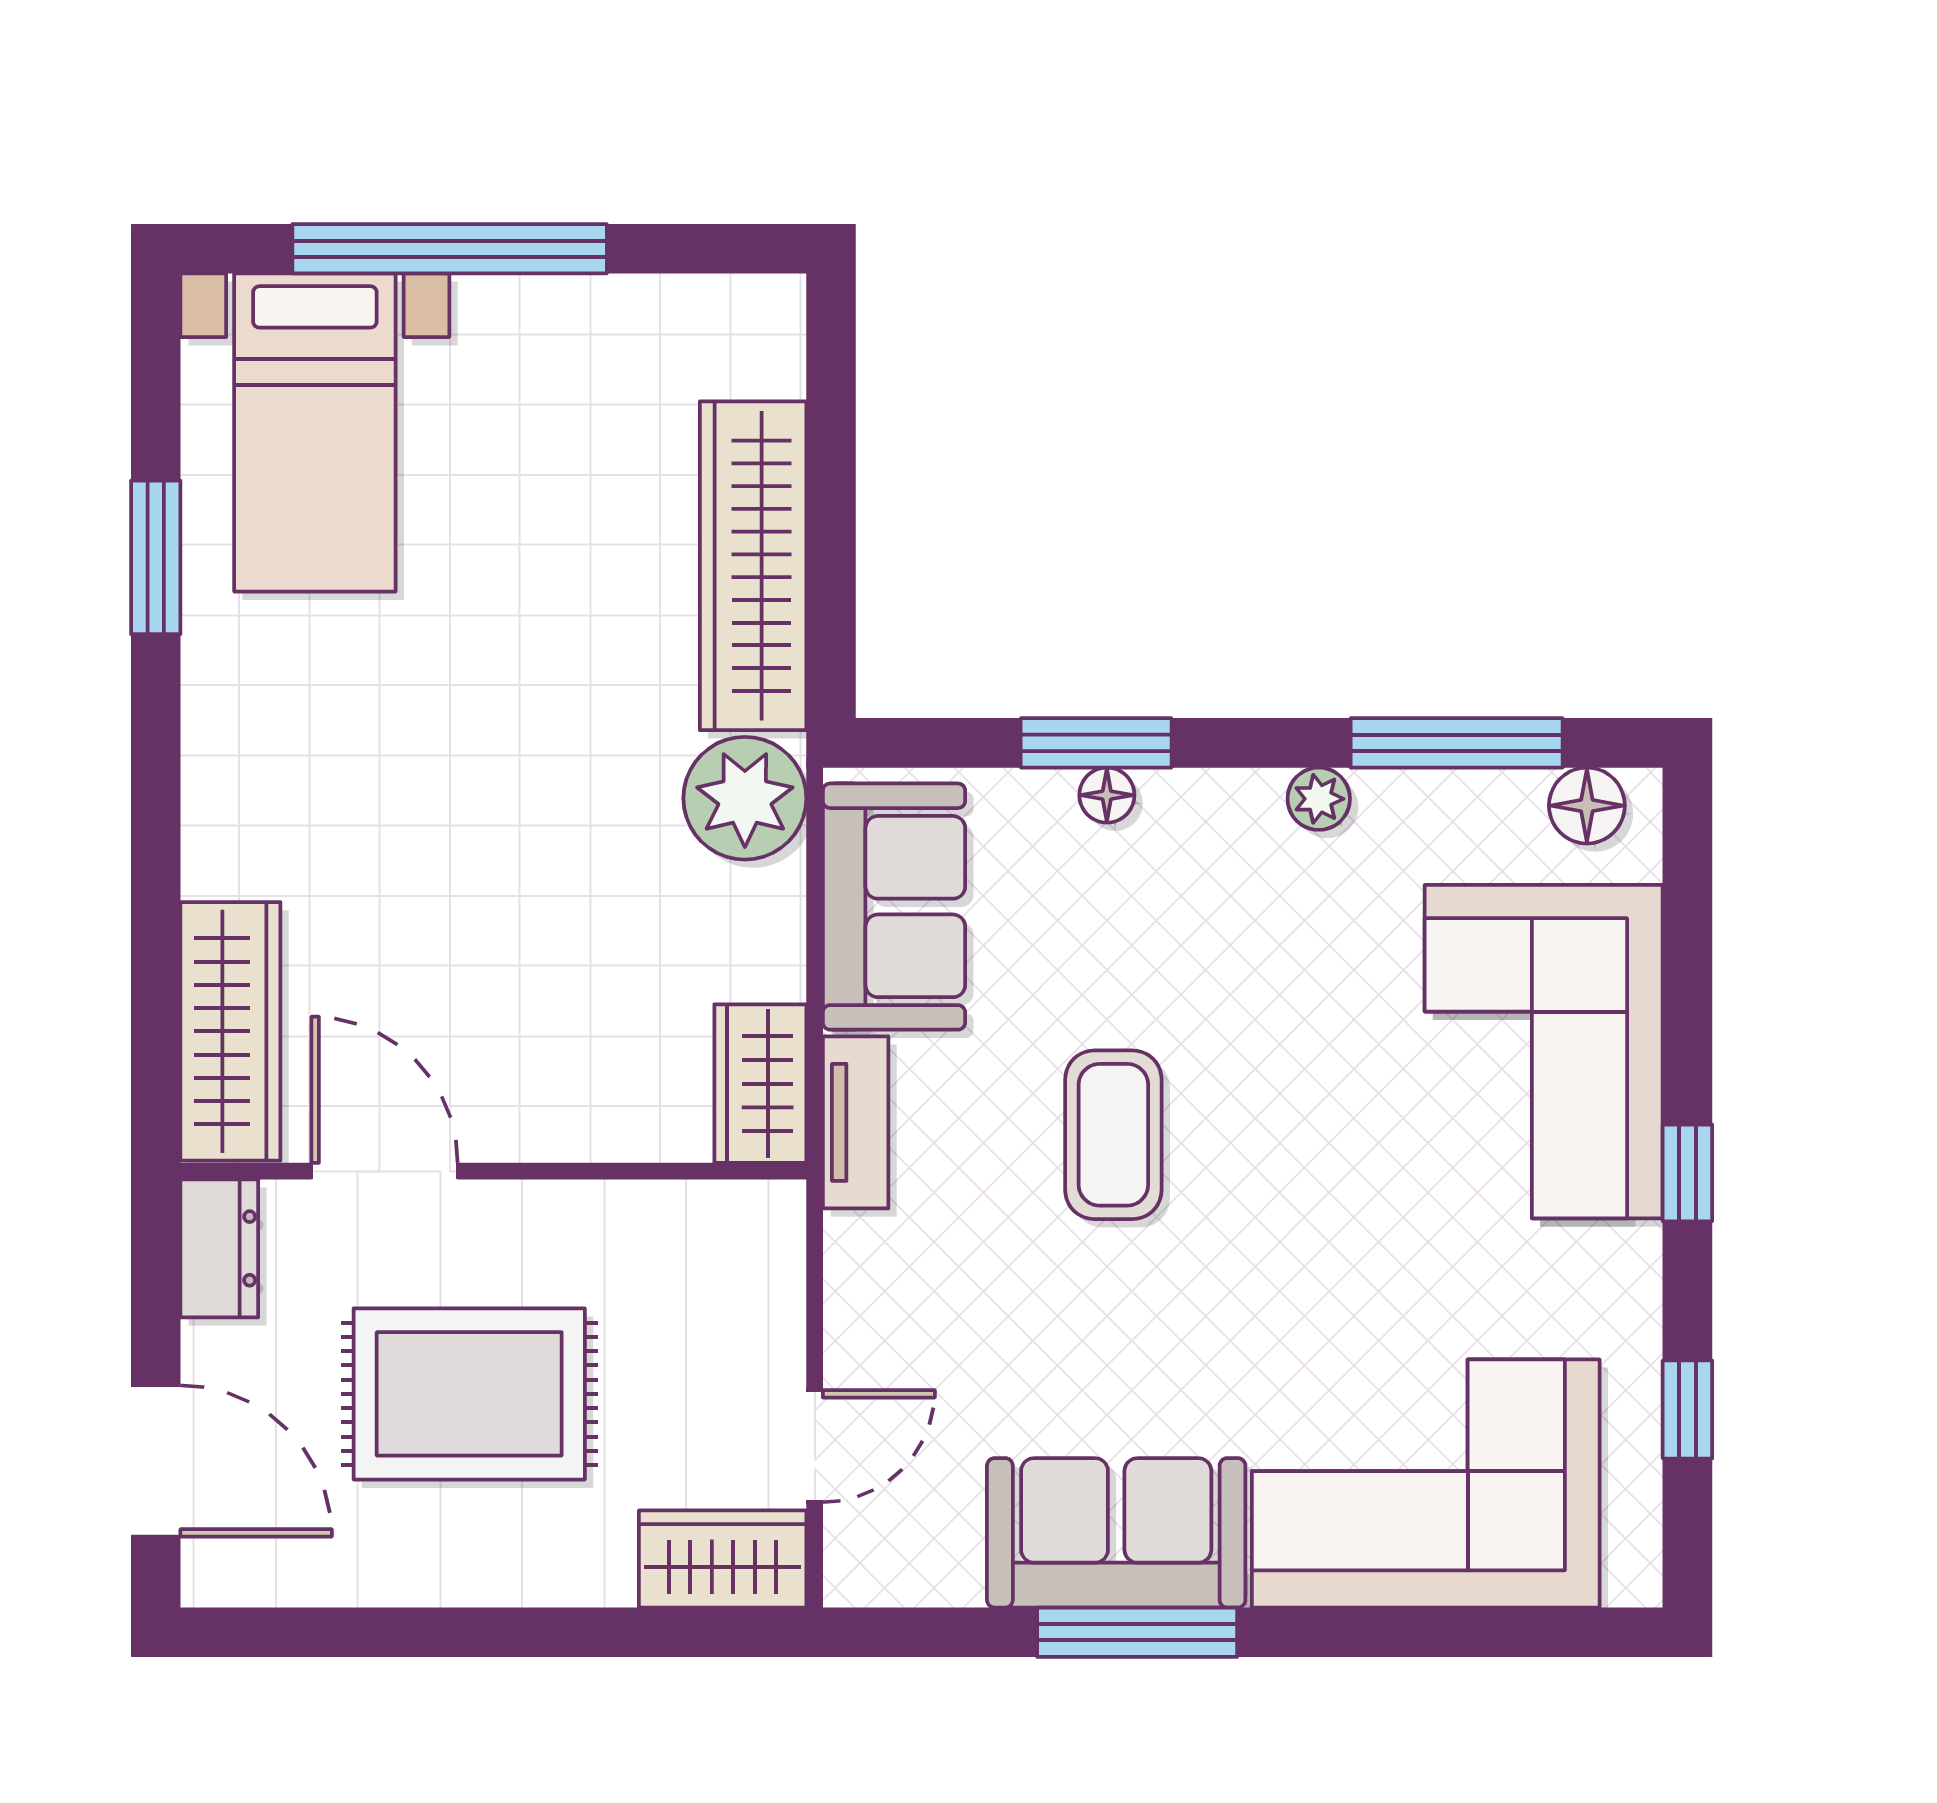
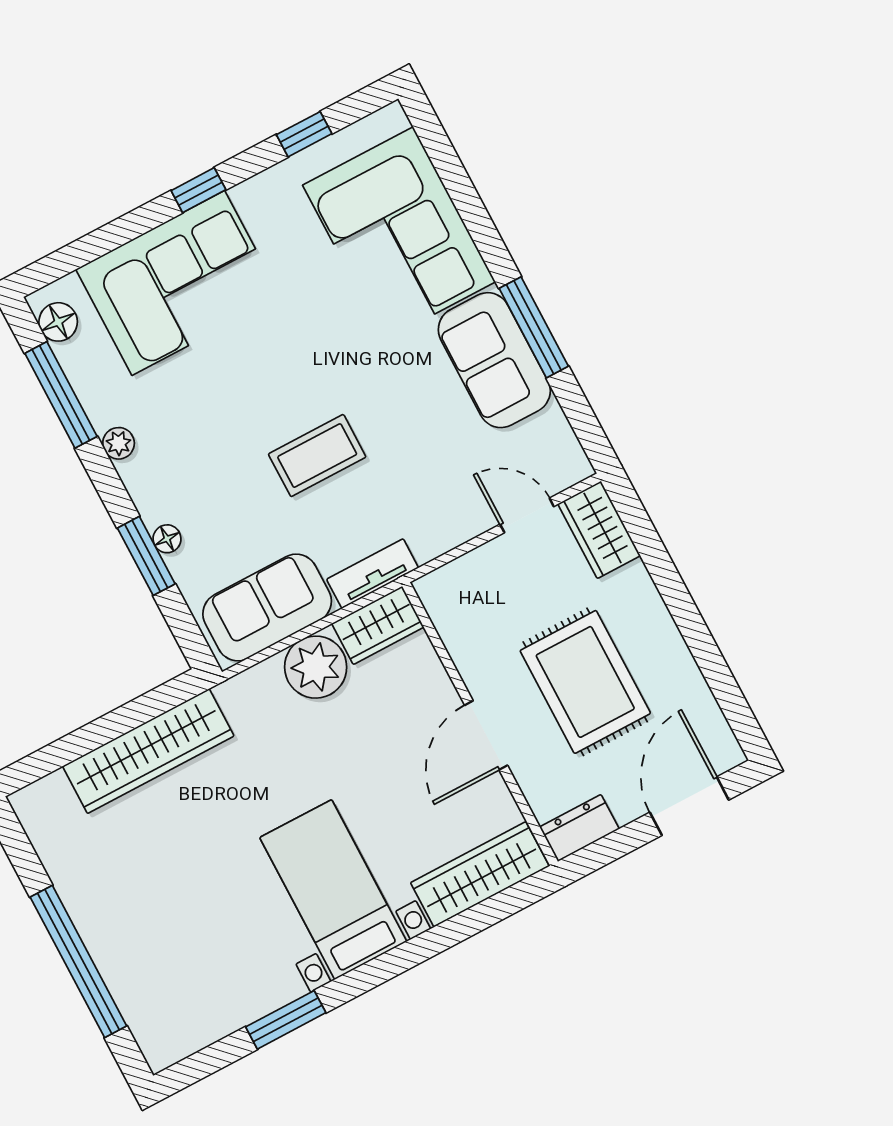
bed with nightstands: (315, 433) -> (333, 890), moved, turned -90
plant: (745, 798) -> (316, 667), moved
door: (385, 1171) -> (486, 735), moved

